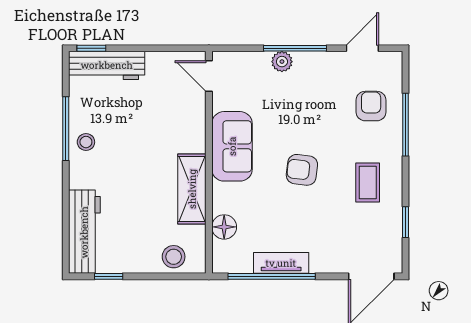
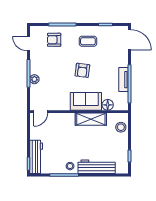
sofa: (232, 146) -> (86, 101), moved
workbench: (84, 232) -> (97, 167), moved

